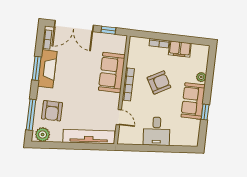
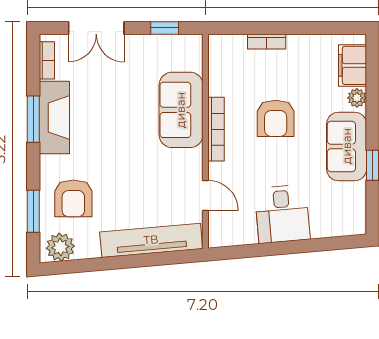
double door: (74, 26) -> (96, 28), width x0.73
filing cabinet: (180, 49) -> (352, 65), moved, turned 90
armchair: (159, 82) -> (276, 118), turned 119
window: (31, 115) -> (33, 211), width x0.69

